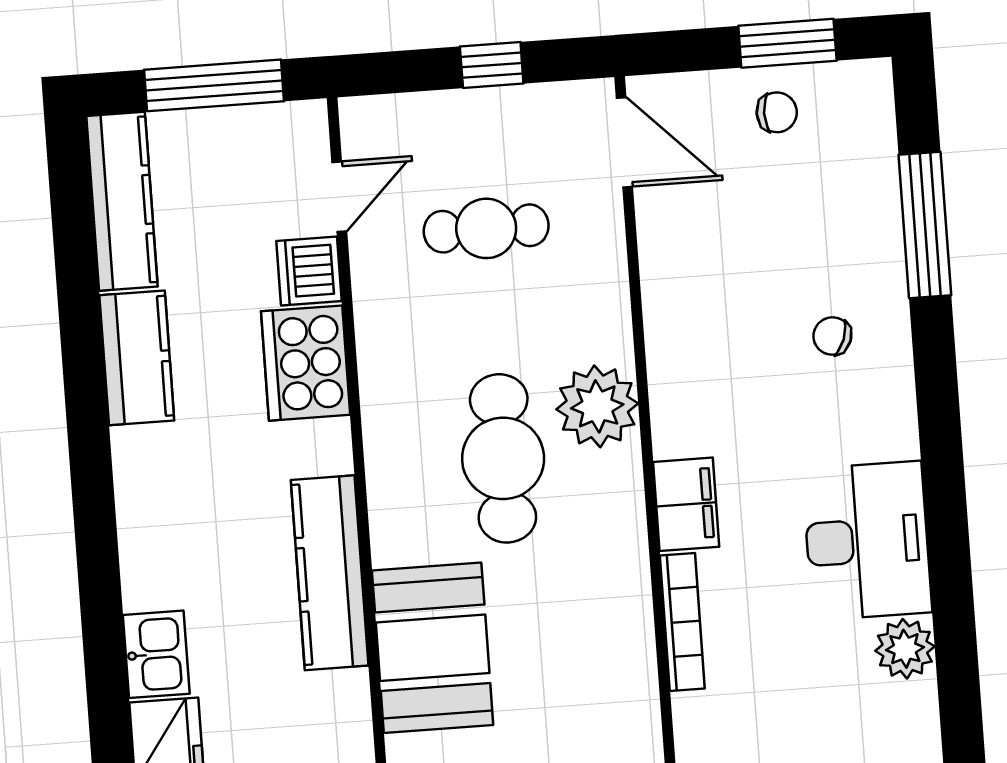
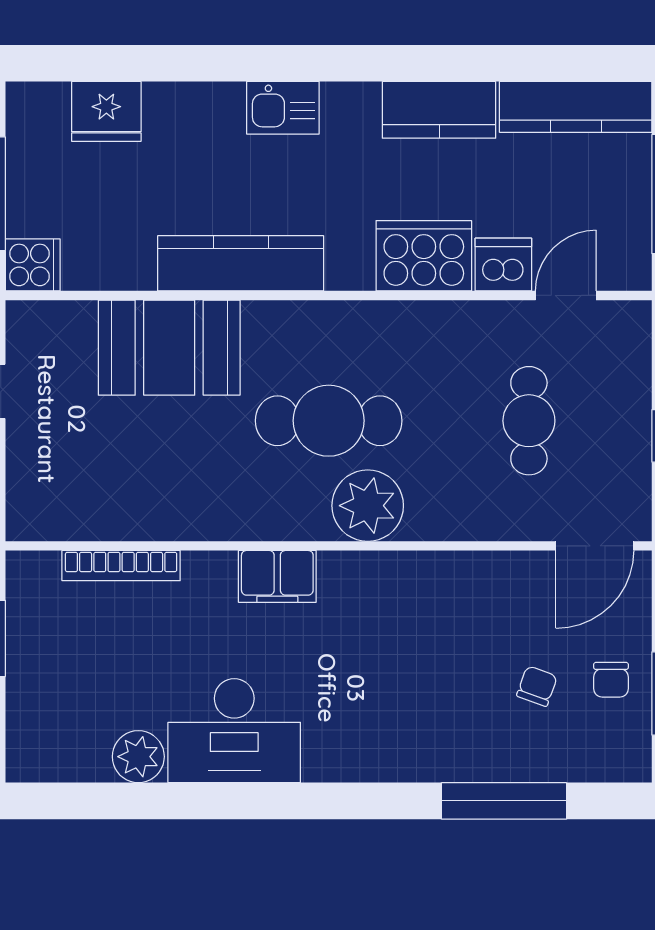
door: (339, 197) -> (566, 295), swing flipped
chair: (832, 336) -> (537, 686), moved
bookcase: (682, 622) -> (121, 566), moved
kitchen sink: (156, 654) -> (283, 108), moved

